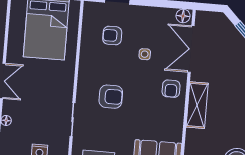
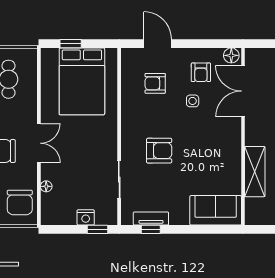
armchair: (171, 89) -> (201, 72), moved
shelving: (197, 105) -> (255, 172), moved

